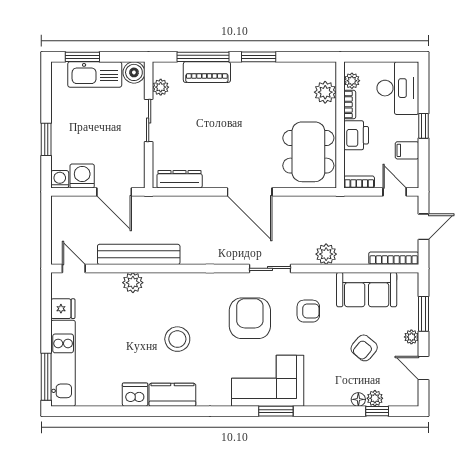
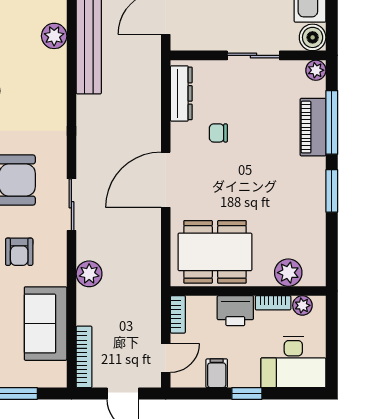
plant: (161, 87) -> (316, 70), moved
chair: (212, 149) -> (218, 133), added

